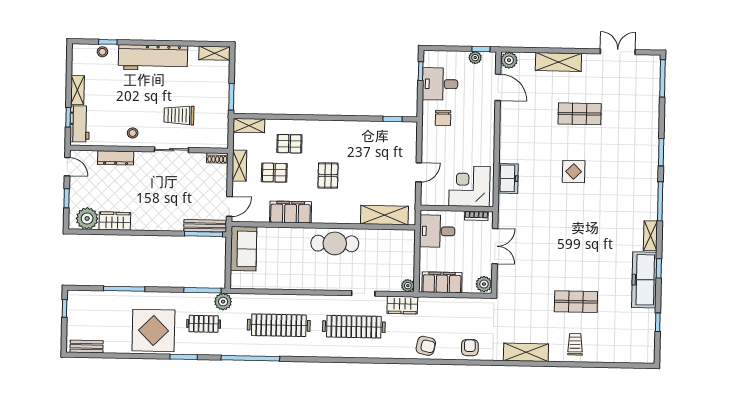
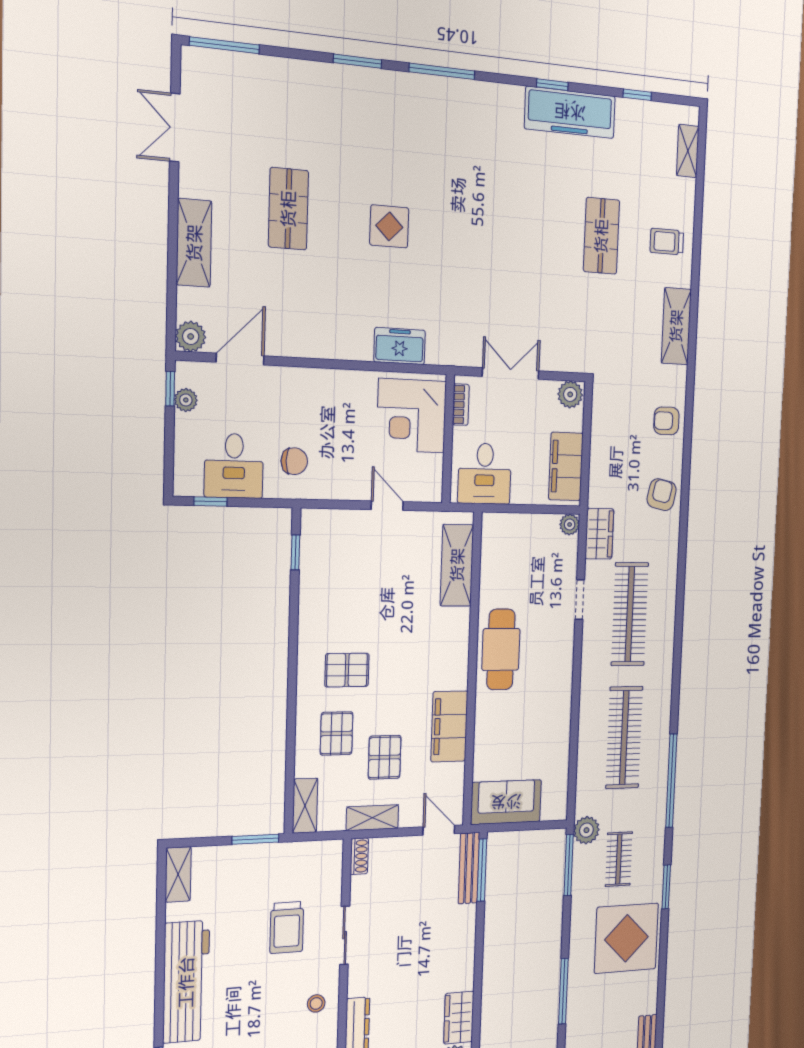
pallet: (328, 175) -> (347, 670), moved
shelving: (650, 236) -> (688, 151), moved, turned 90

